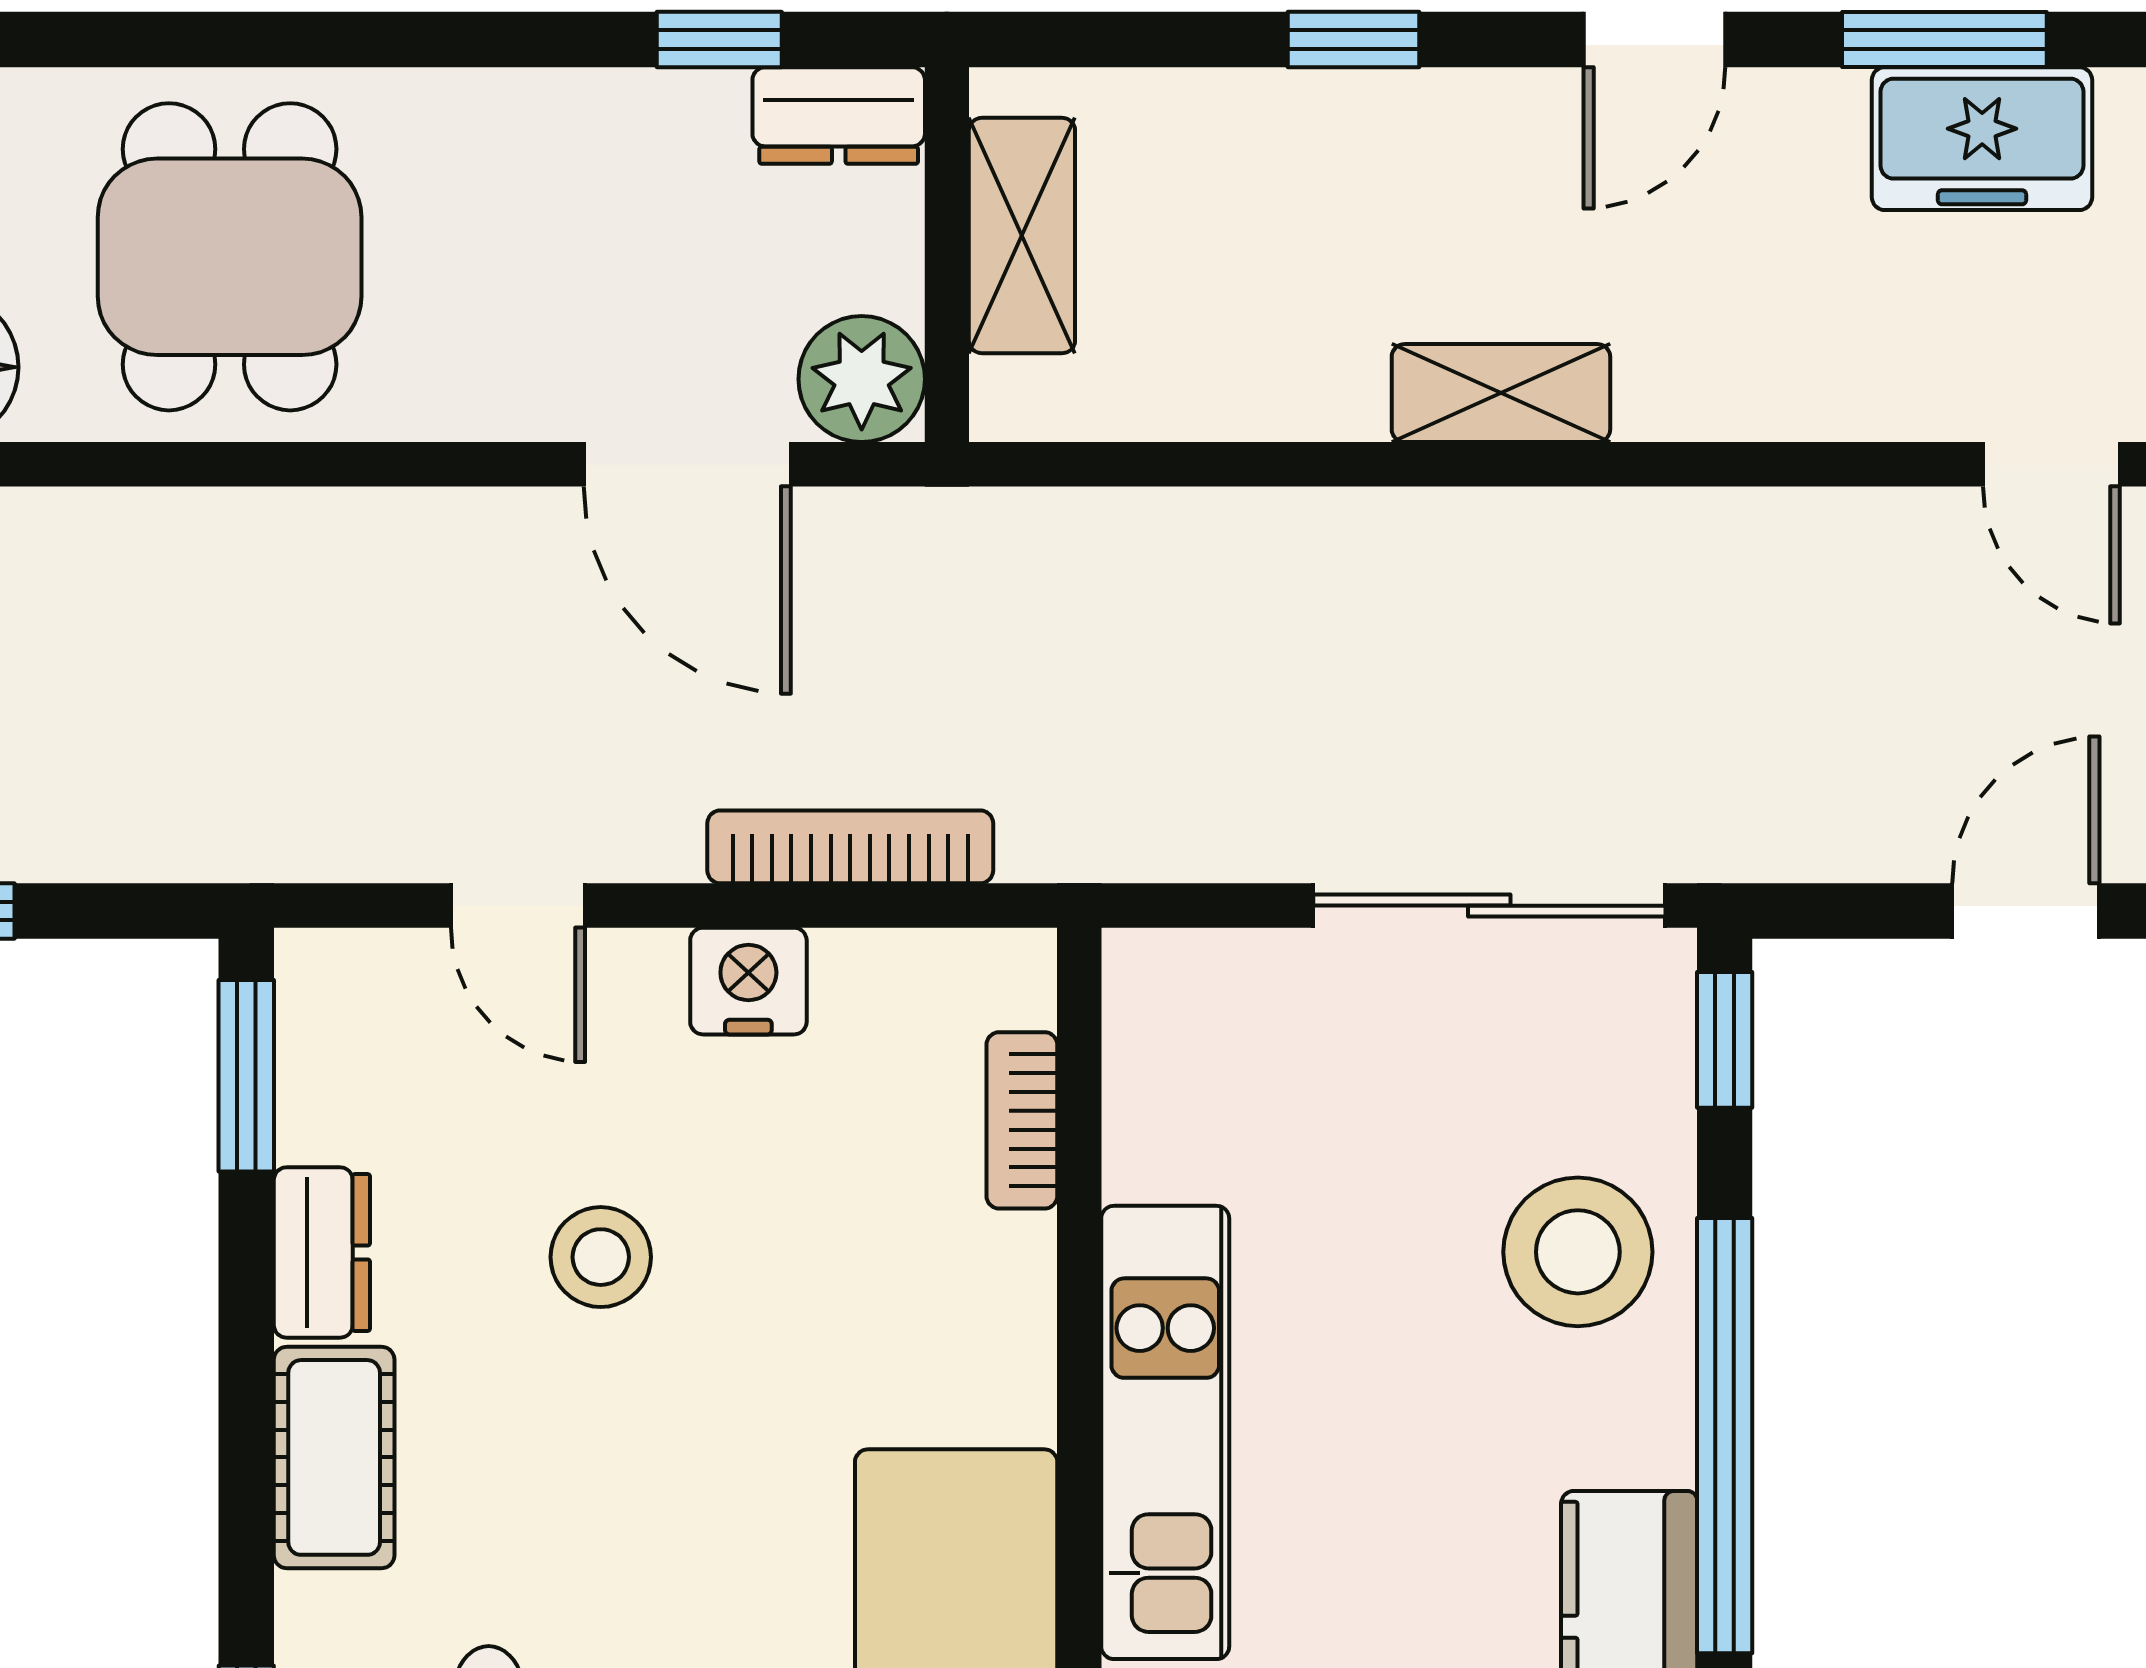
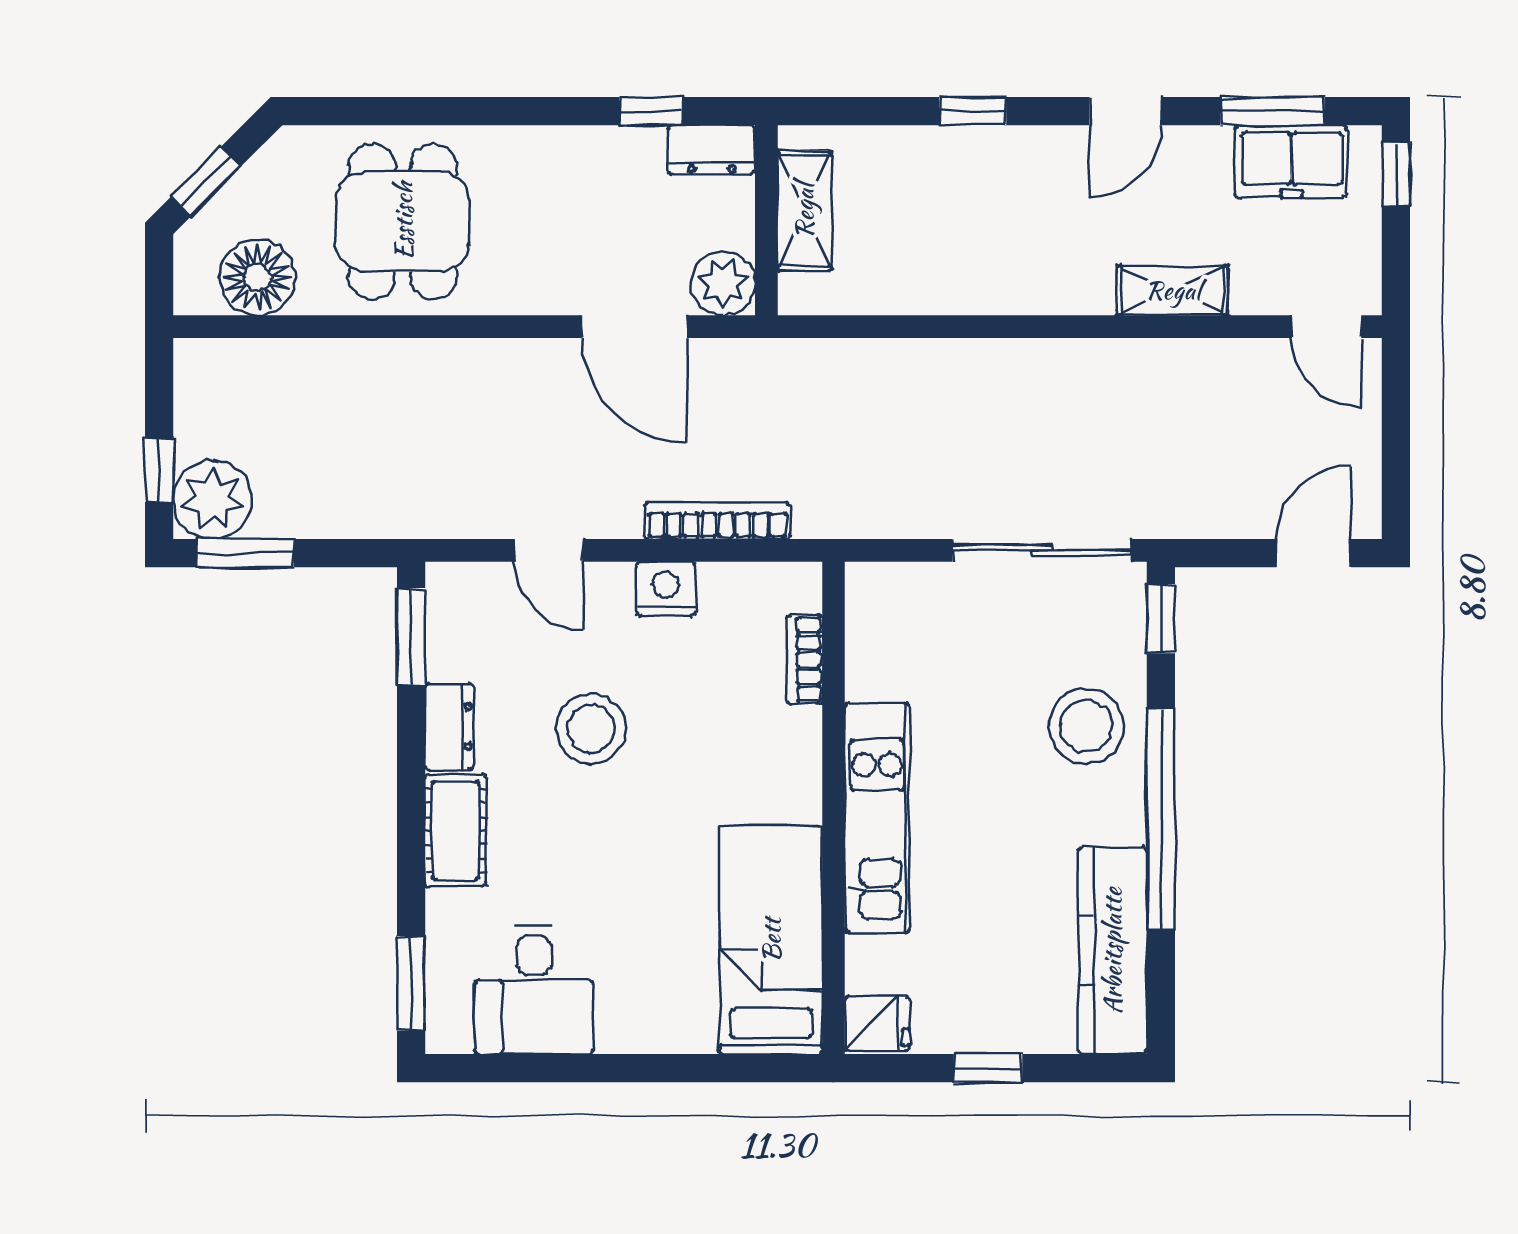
shelving: (1501, 393) -> (1173, 290), moved
stool: (601, 1257) -> (591, 729), width x1.38, depth x1.38

